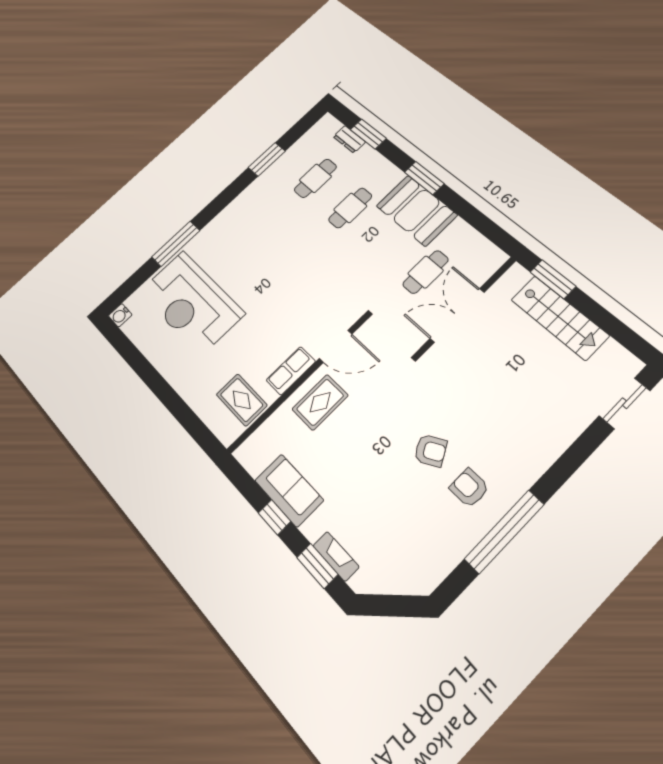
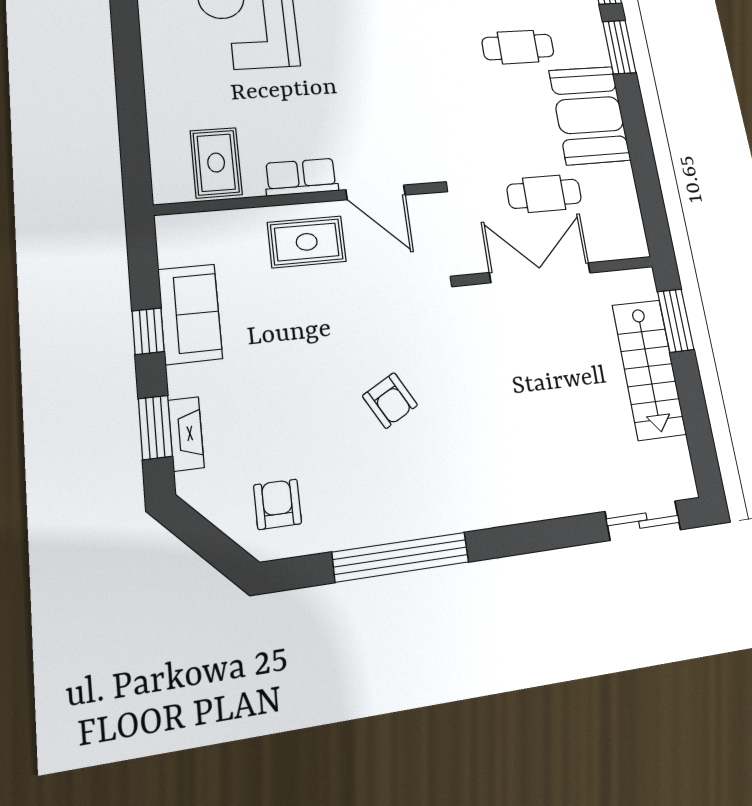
window: (424, 178) -> (619, 47), moved
armchair: (469, 488) -> (278, 504), moved

